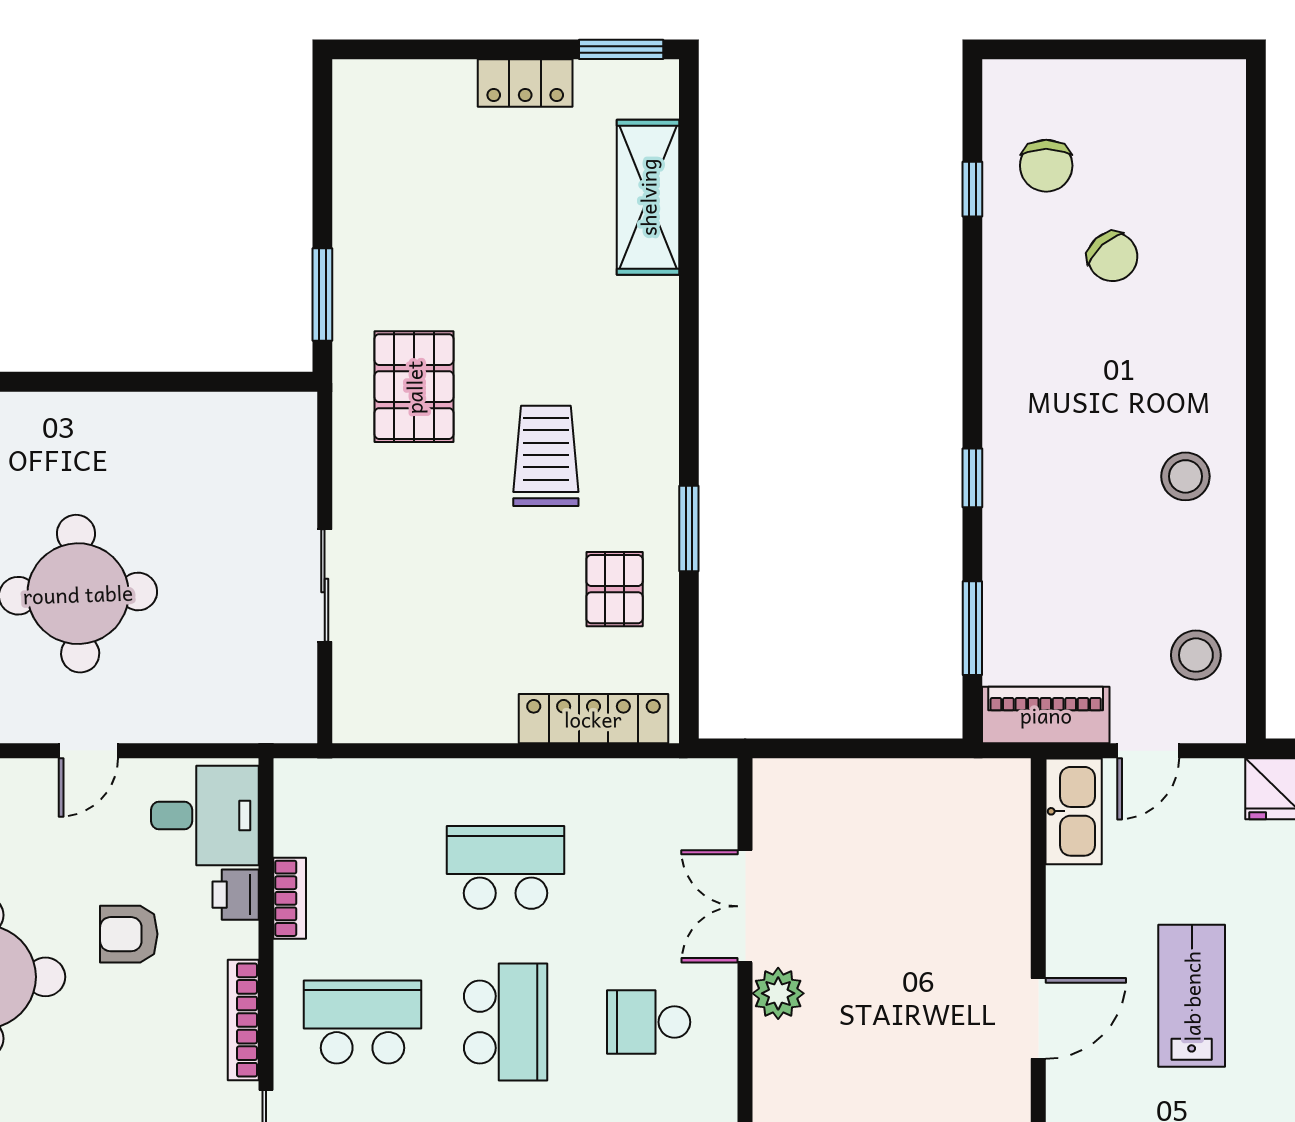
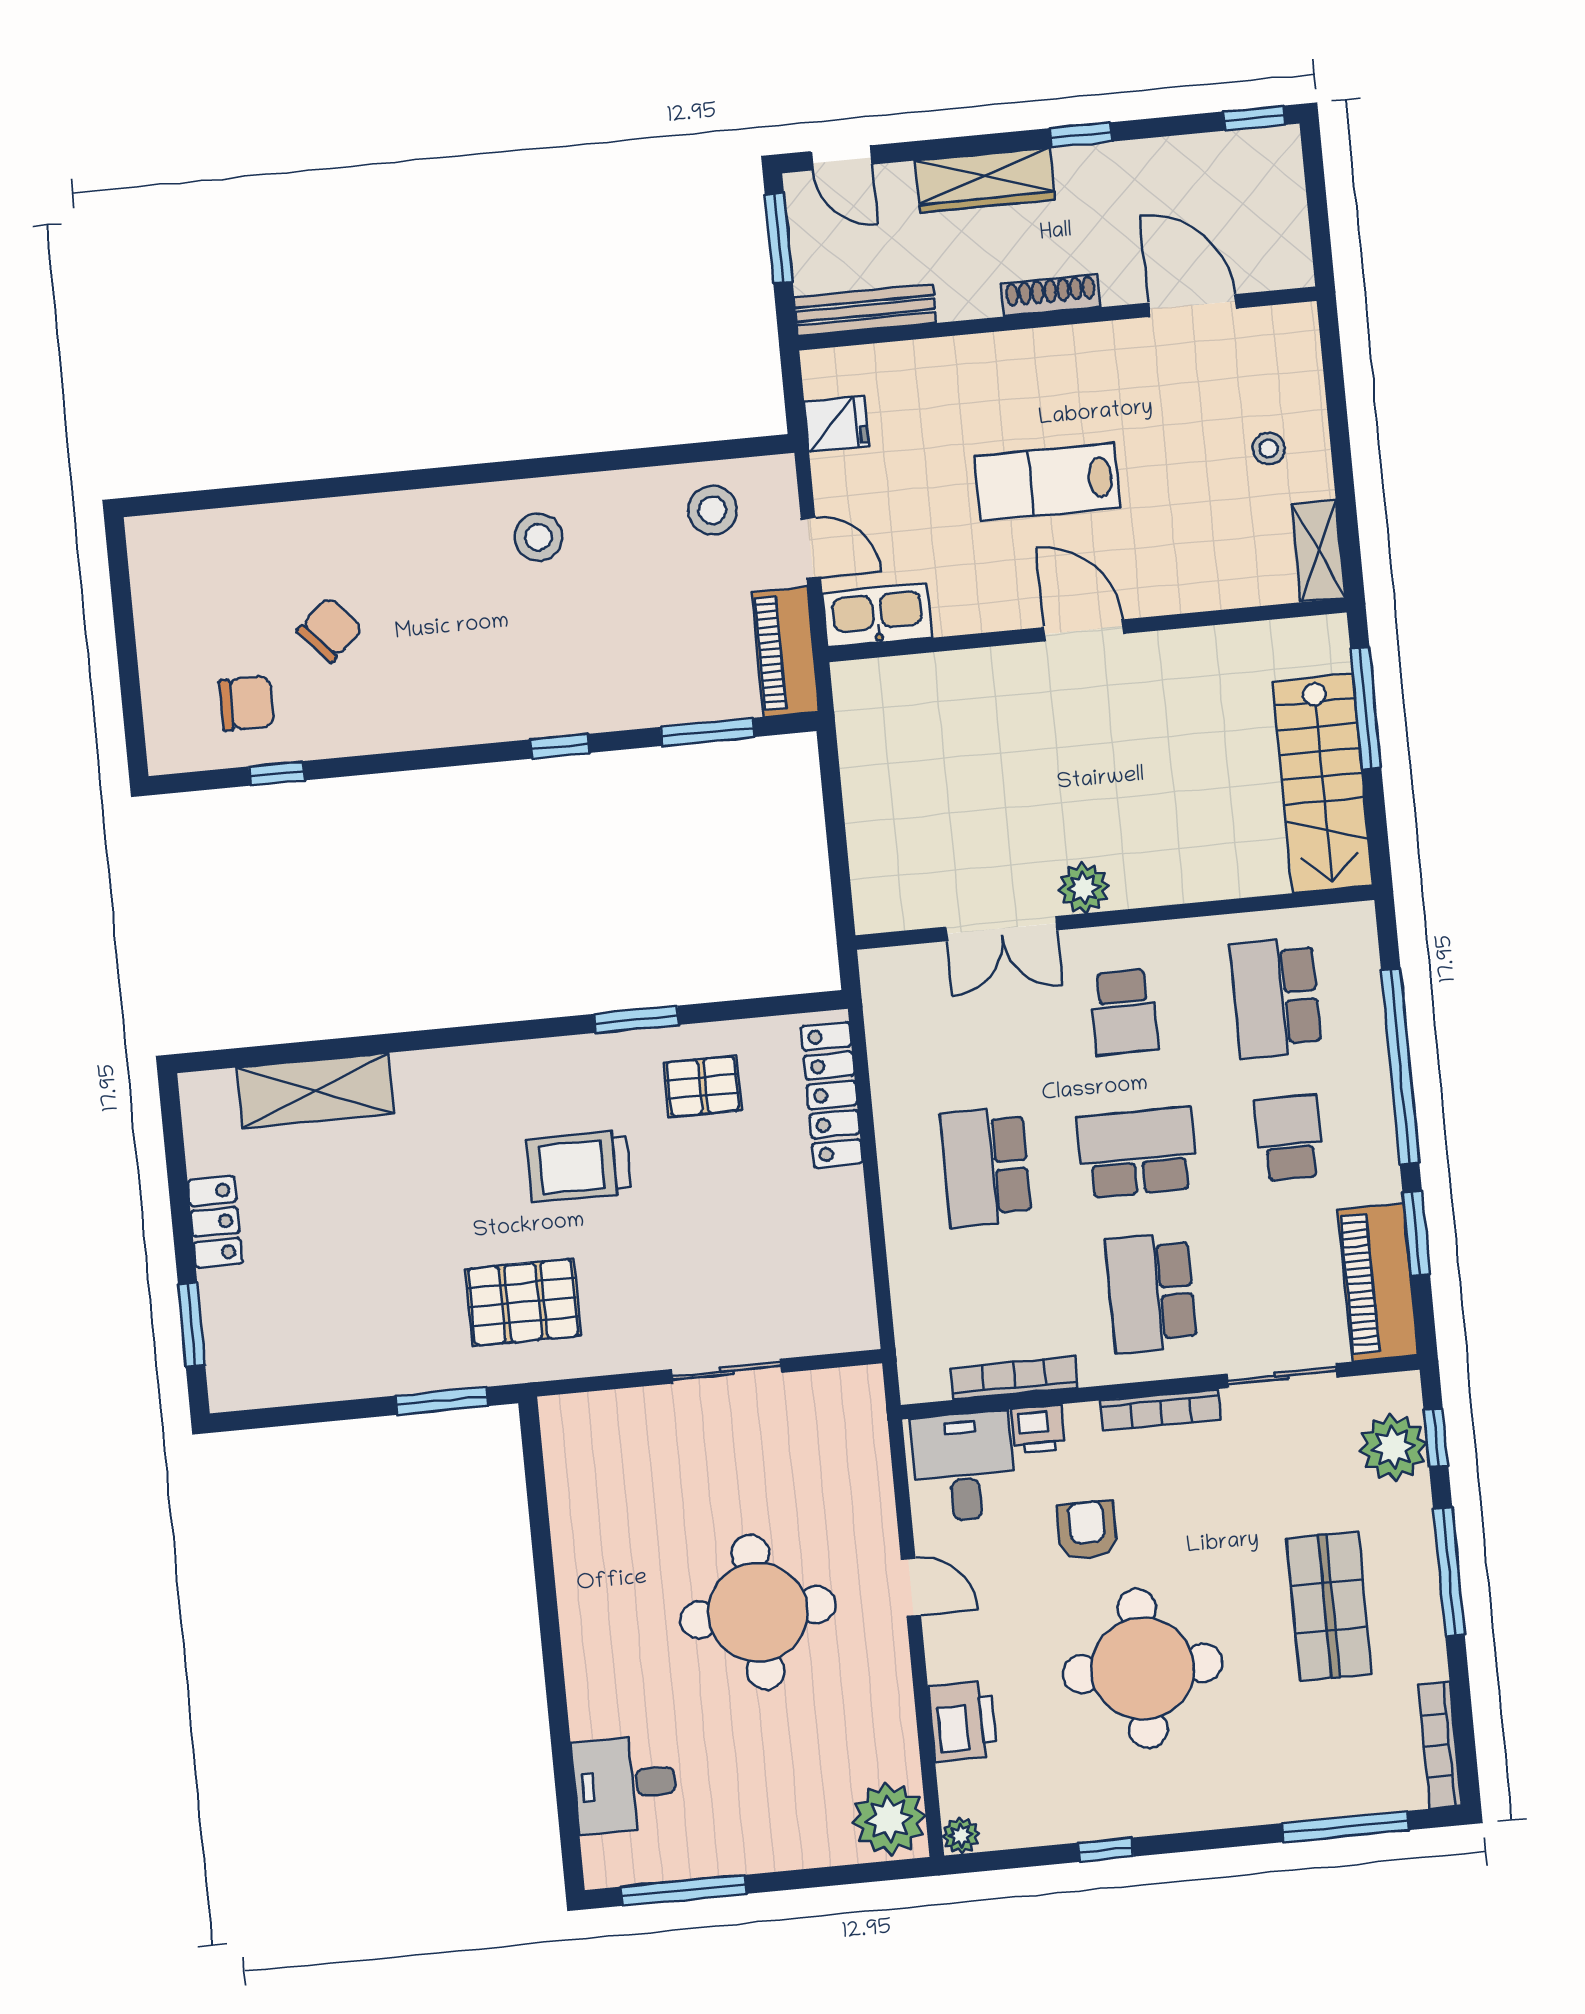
window: (621, 49) -> (192, 1325), moved
bookcase: (290, 898) -> (1014, 1378), width x1.56
armchair: (129, 934) -> (1087, 1530), turned 180

